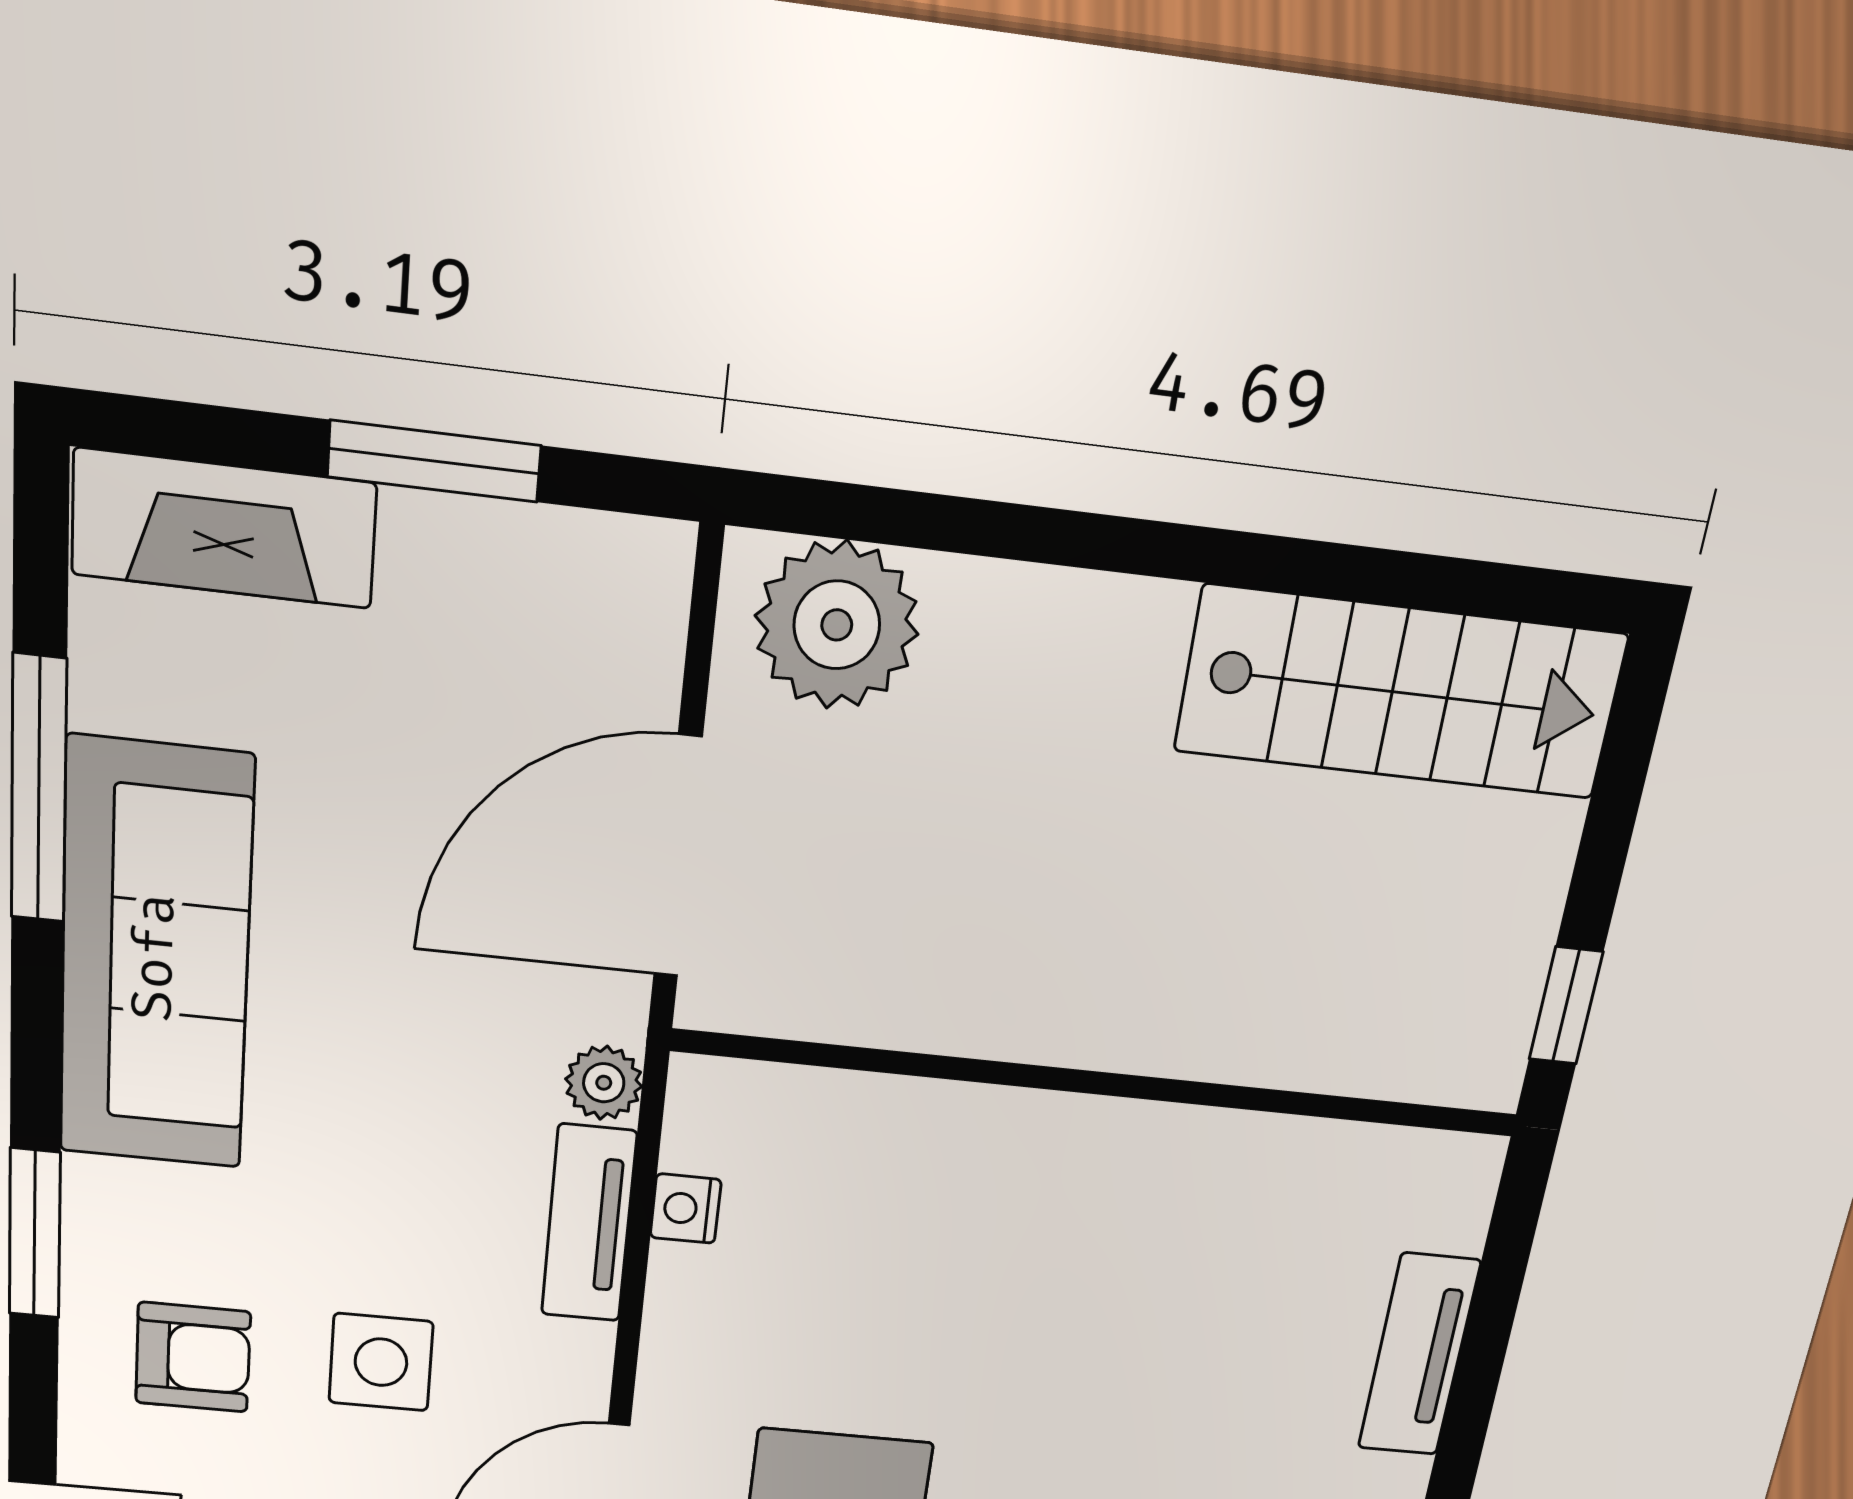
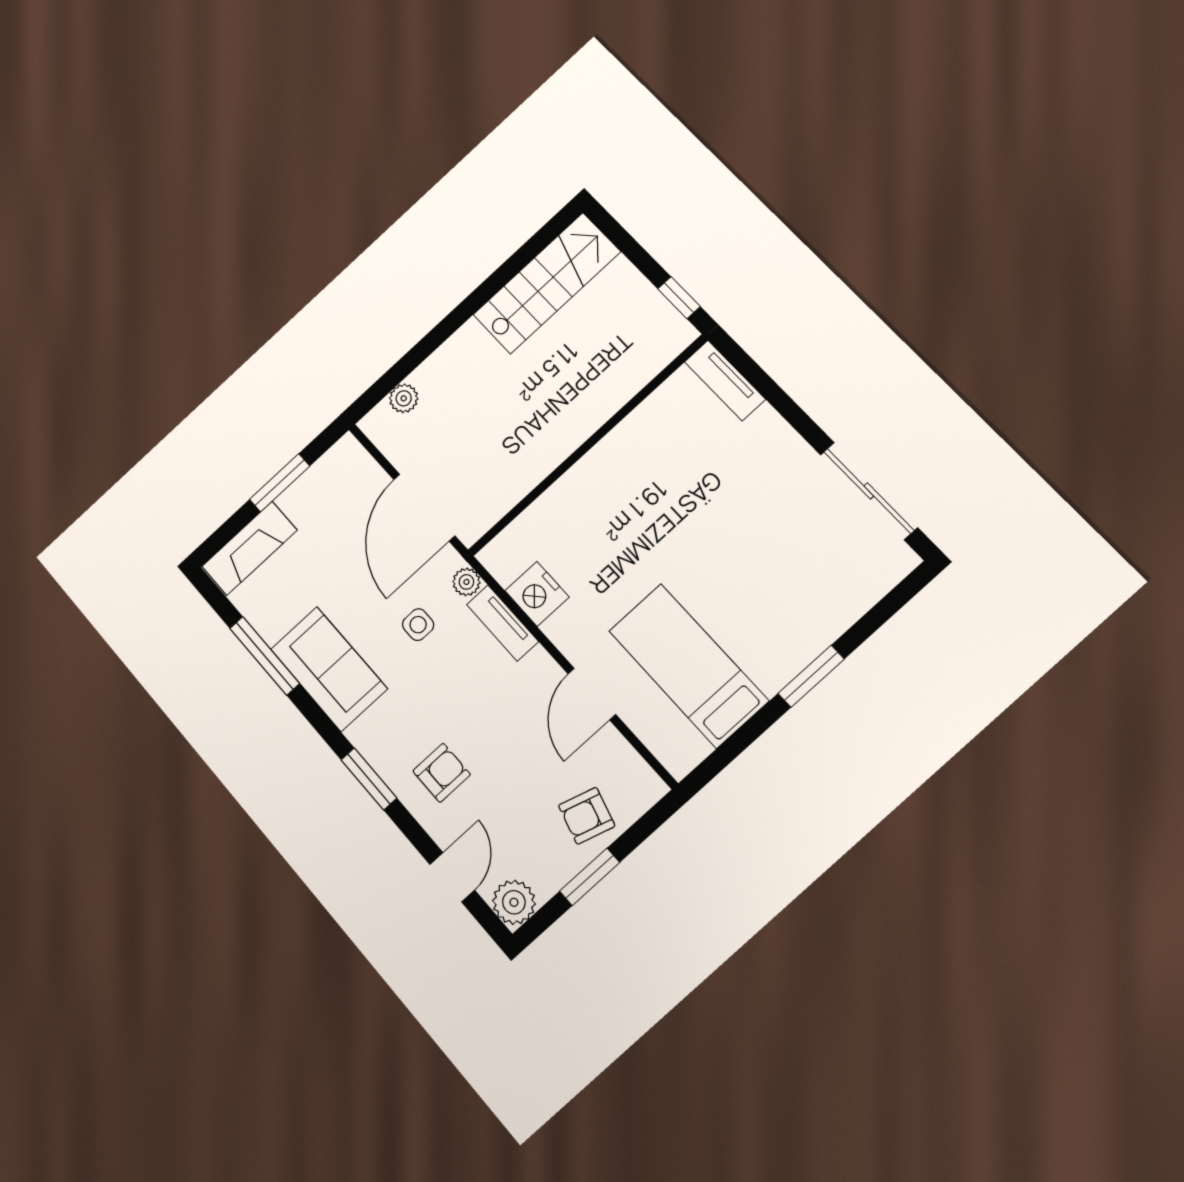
plant: (837, 625) -> (404, 398), width x0.53, depth x0.53
sofa: (155, 957) -> (329, 669), width x0.73
nightstand: (686, 1209) -> (537, 594), width x1.89, depth x1.79
tv unit: (1419, 1355) -> (725, 381), moved
side table: (381, 1362) -> (418, 625), moved, width x0.73, depth x0.73

